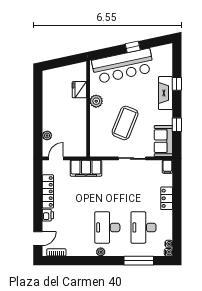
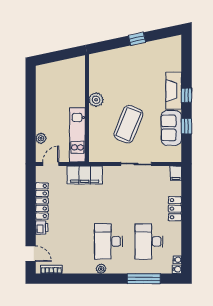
bar counter: (123, 66) -> (126, 60), removed
window: (177, 84) -> (186, 95), moved
fridge: (79, 90) -> (77, 87), removed
kitchen unit: (80, 132) -> (77, 135), added
sofa: (163, 141) -> (171, 128), moved
door: (38, 238) -> (31, 254), hinge flipped

